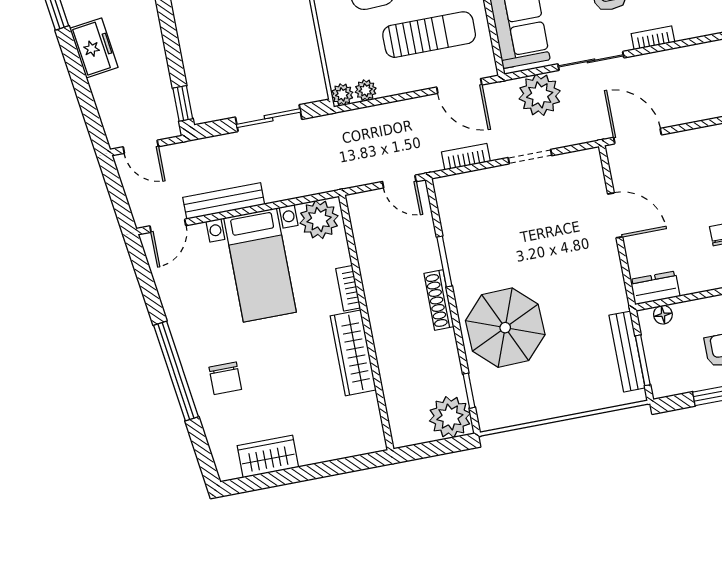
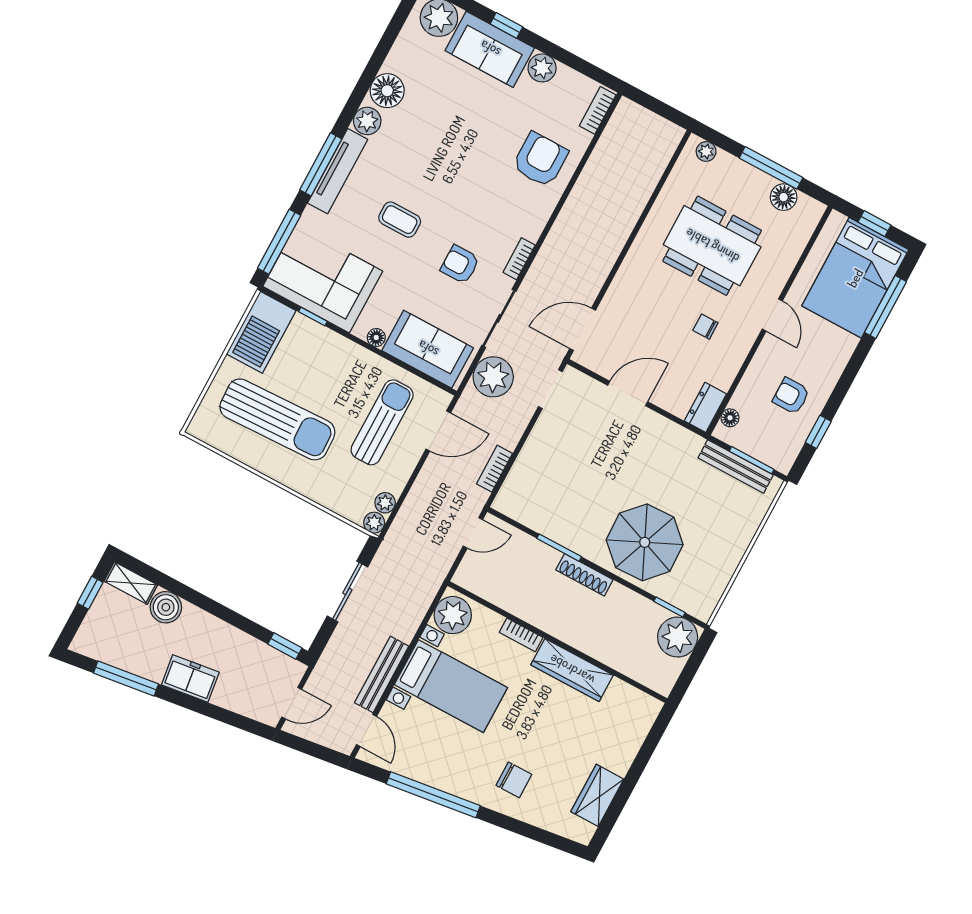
doorway: (530, 157) -> (550, 389), moved
window: (176, 371) -> (433, 795), moved

